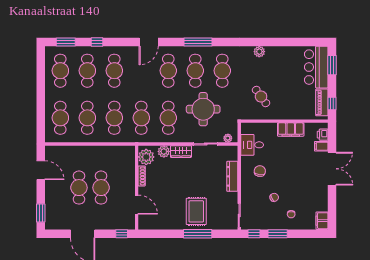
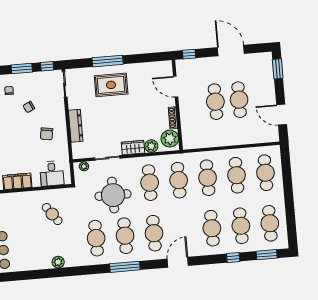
desk: (252, 145) -> (52, 173), moved, turned 90
rug: (196, 211) -> (111, 85), turned 90

